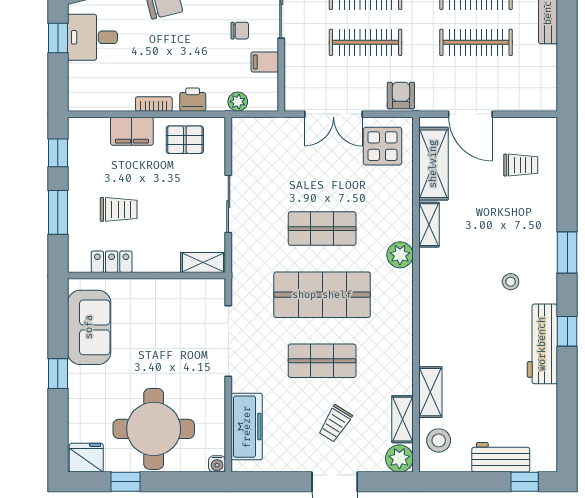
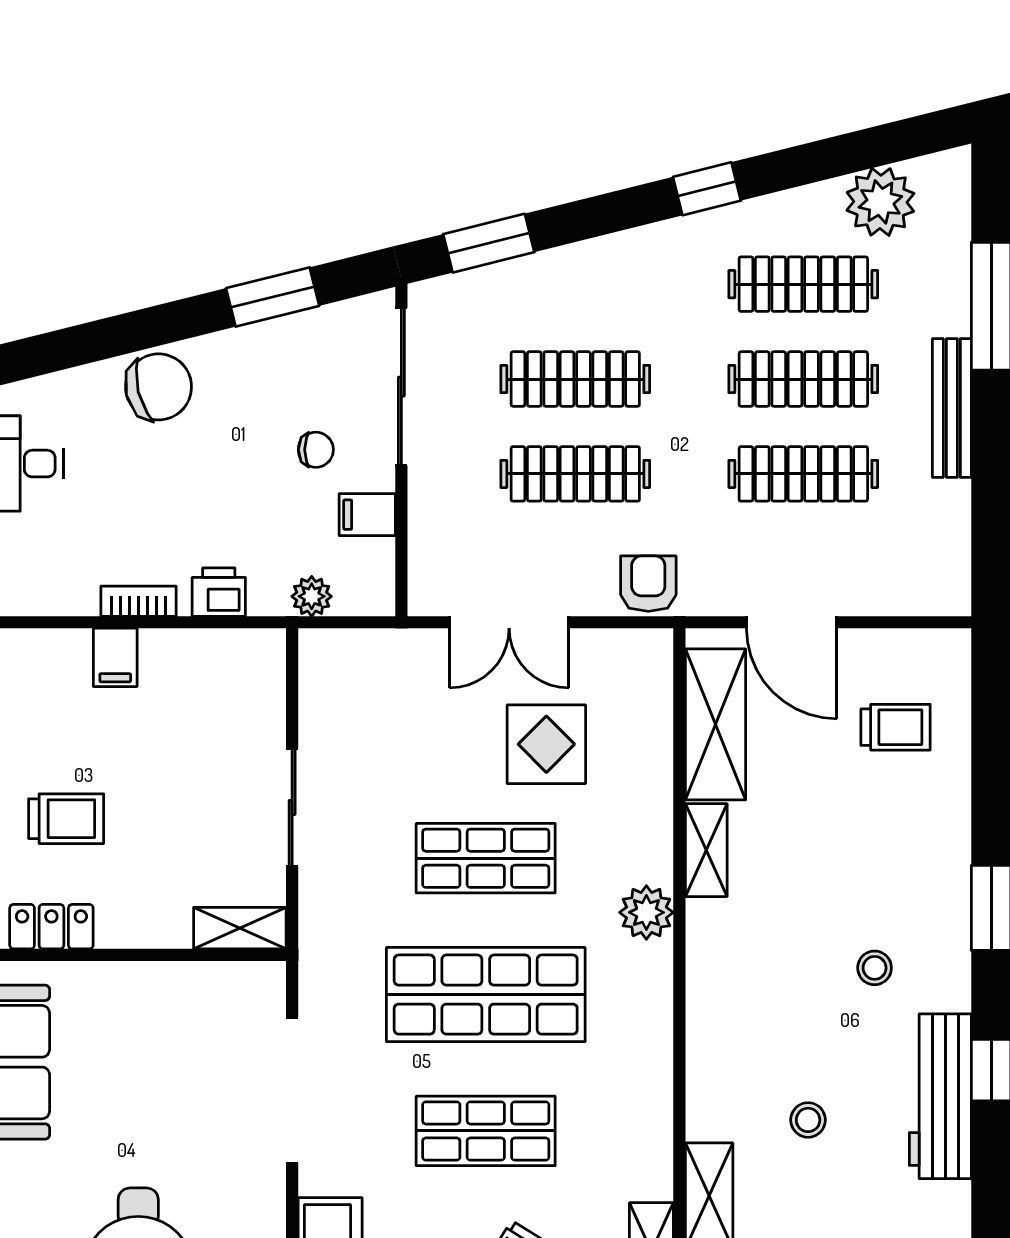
filing cabinet: (132, 131) -> (115, 657), width x0.50
pallet: (185, 140) -> (203, 675), removed
display table: (382, 146) -> (546, 744), moved
stool: (478, 355) -> (808, 1120), added

